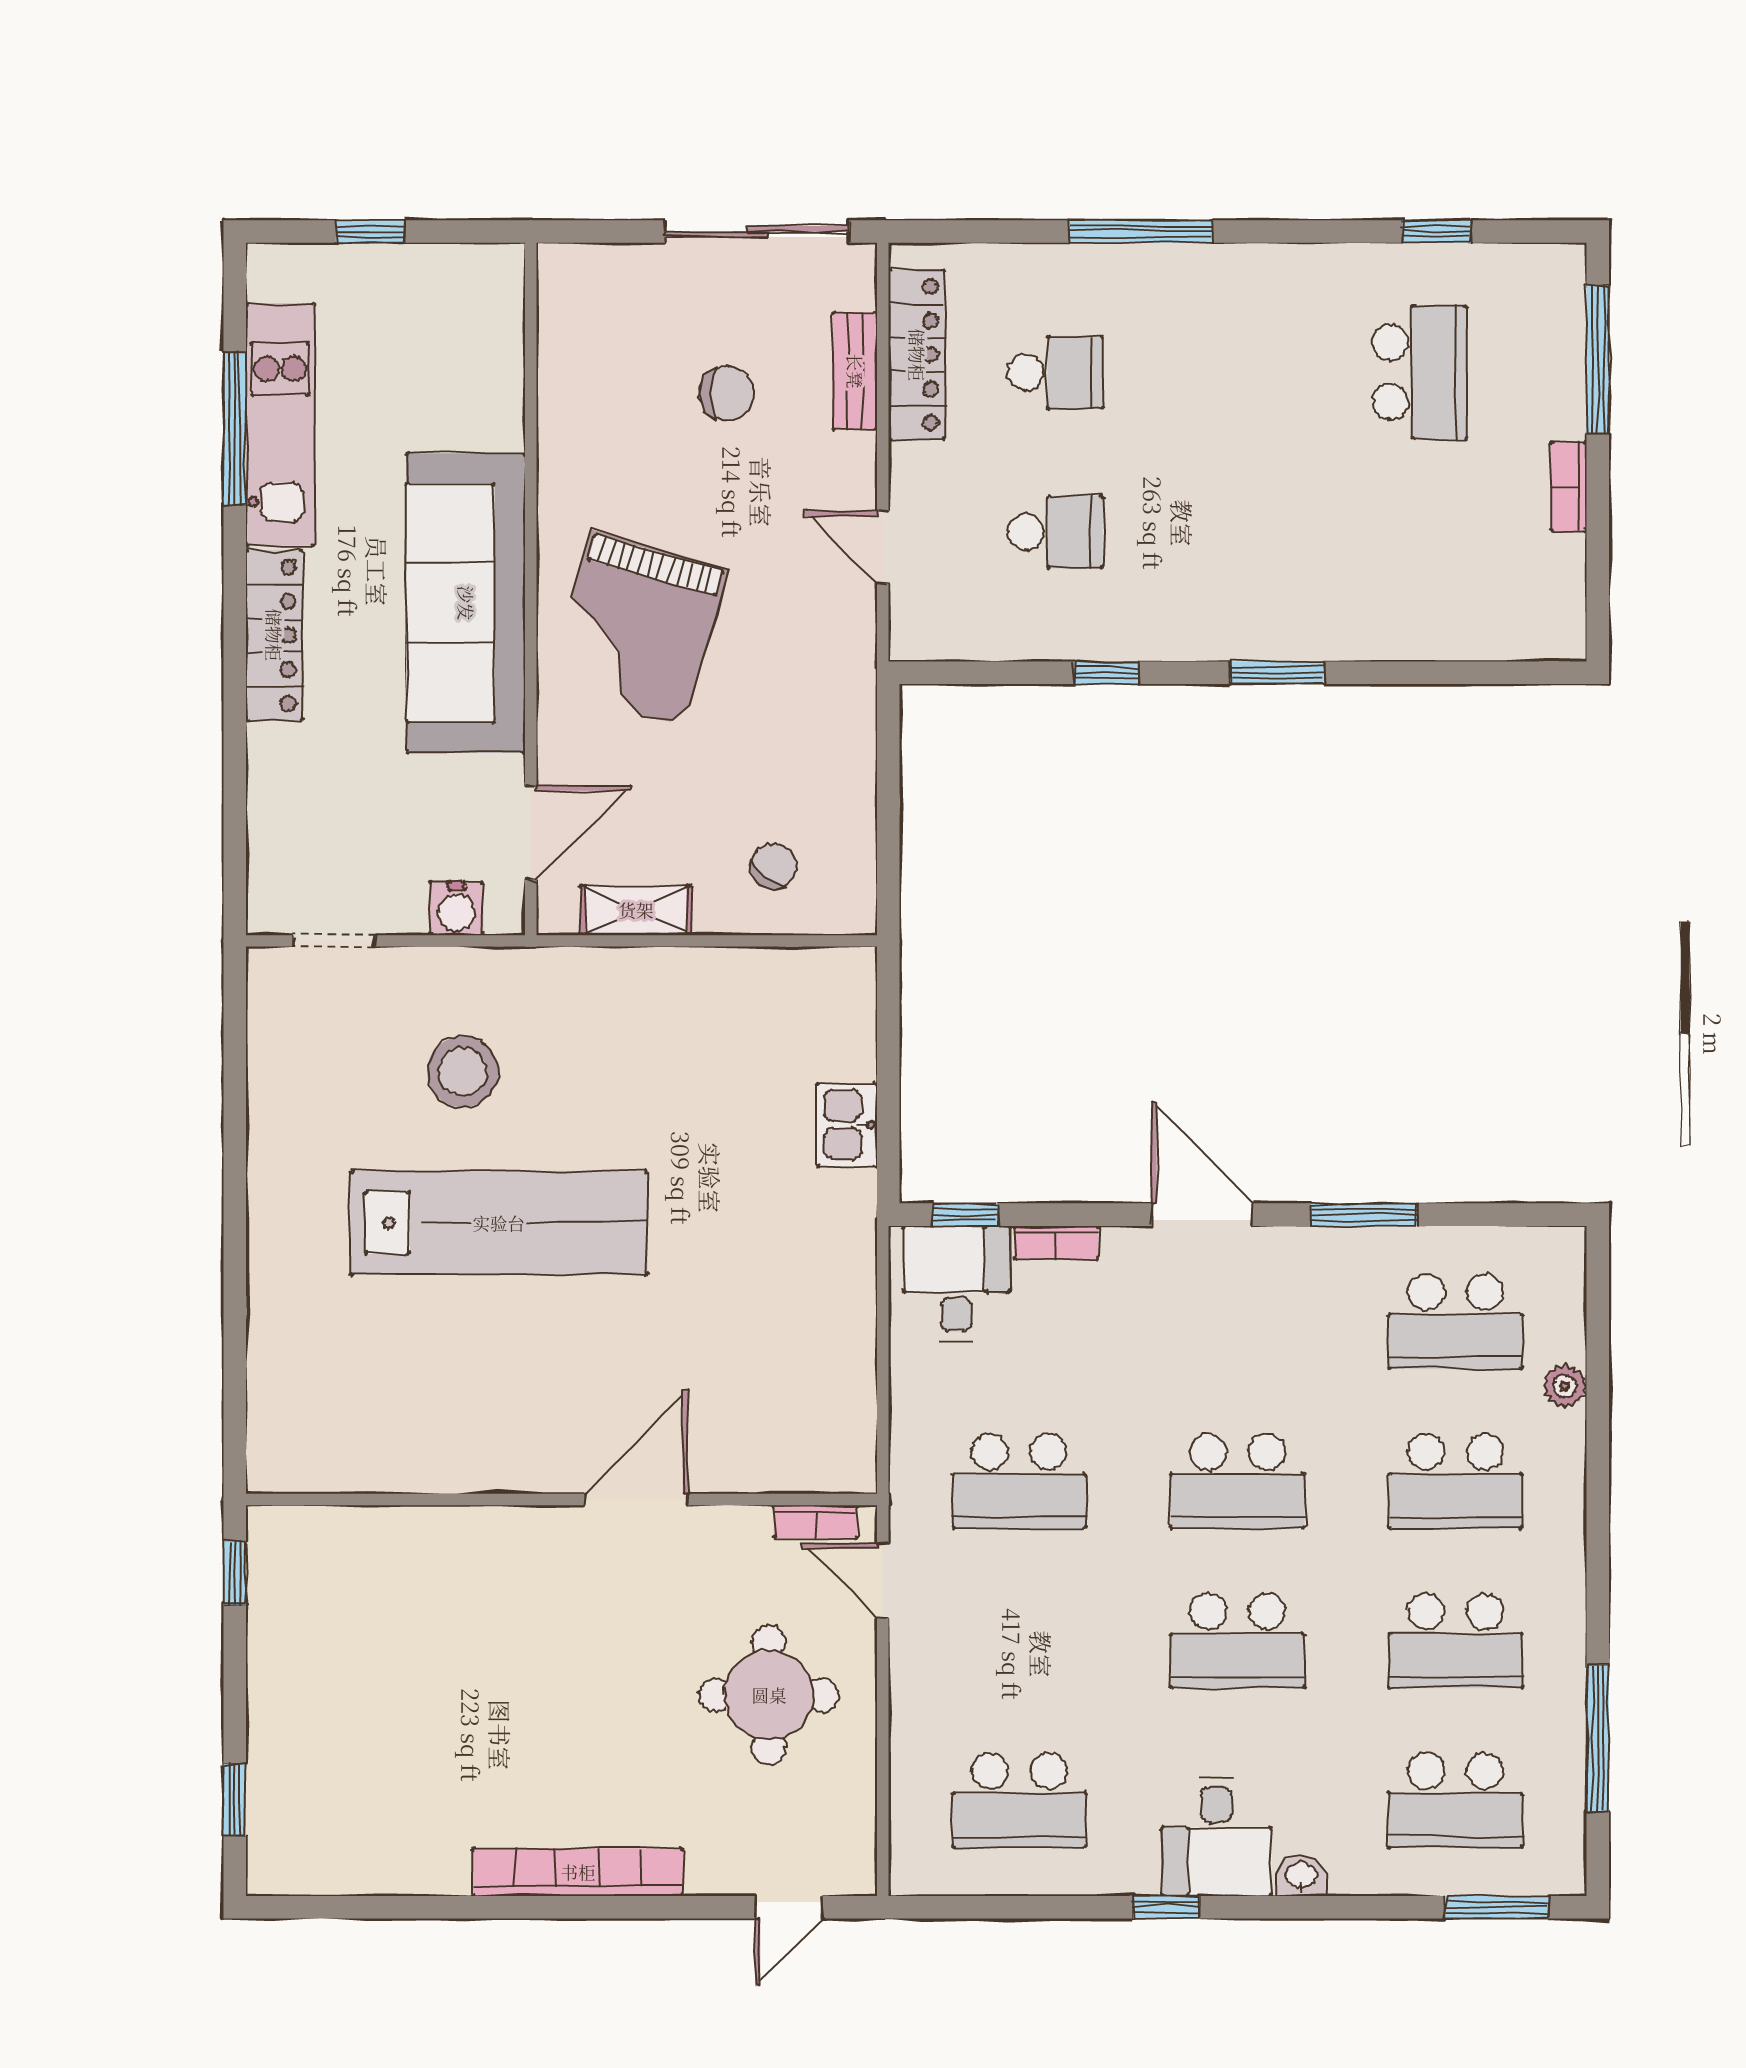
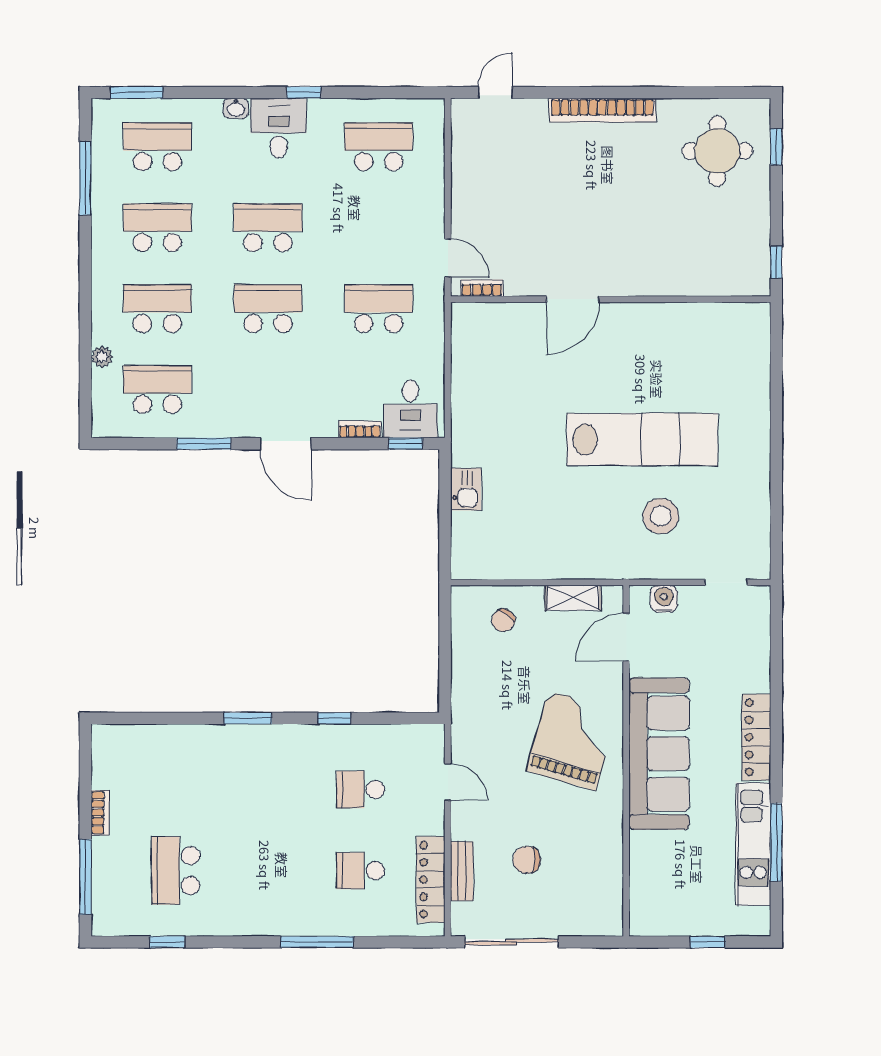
lab bench: (499, 1223) -> (642, 439), turned 180
round table: (769, 1695) -> (717, 151), moved

